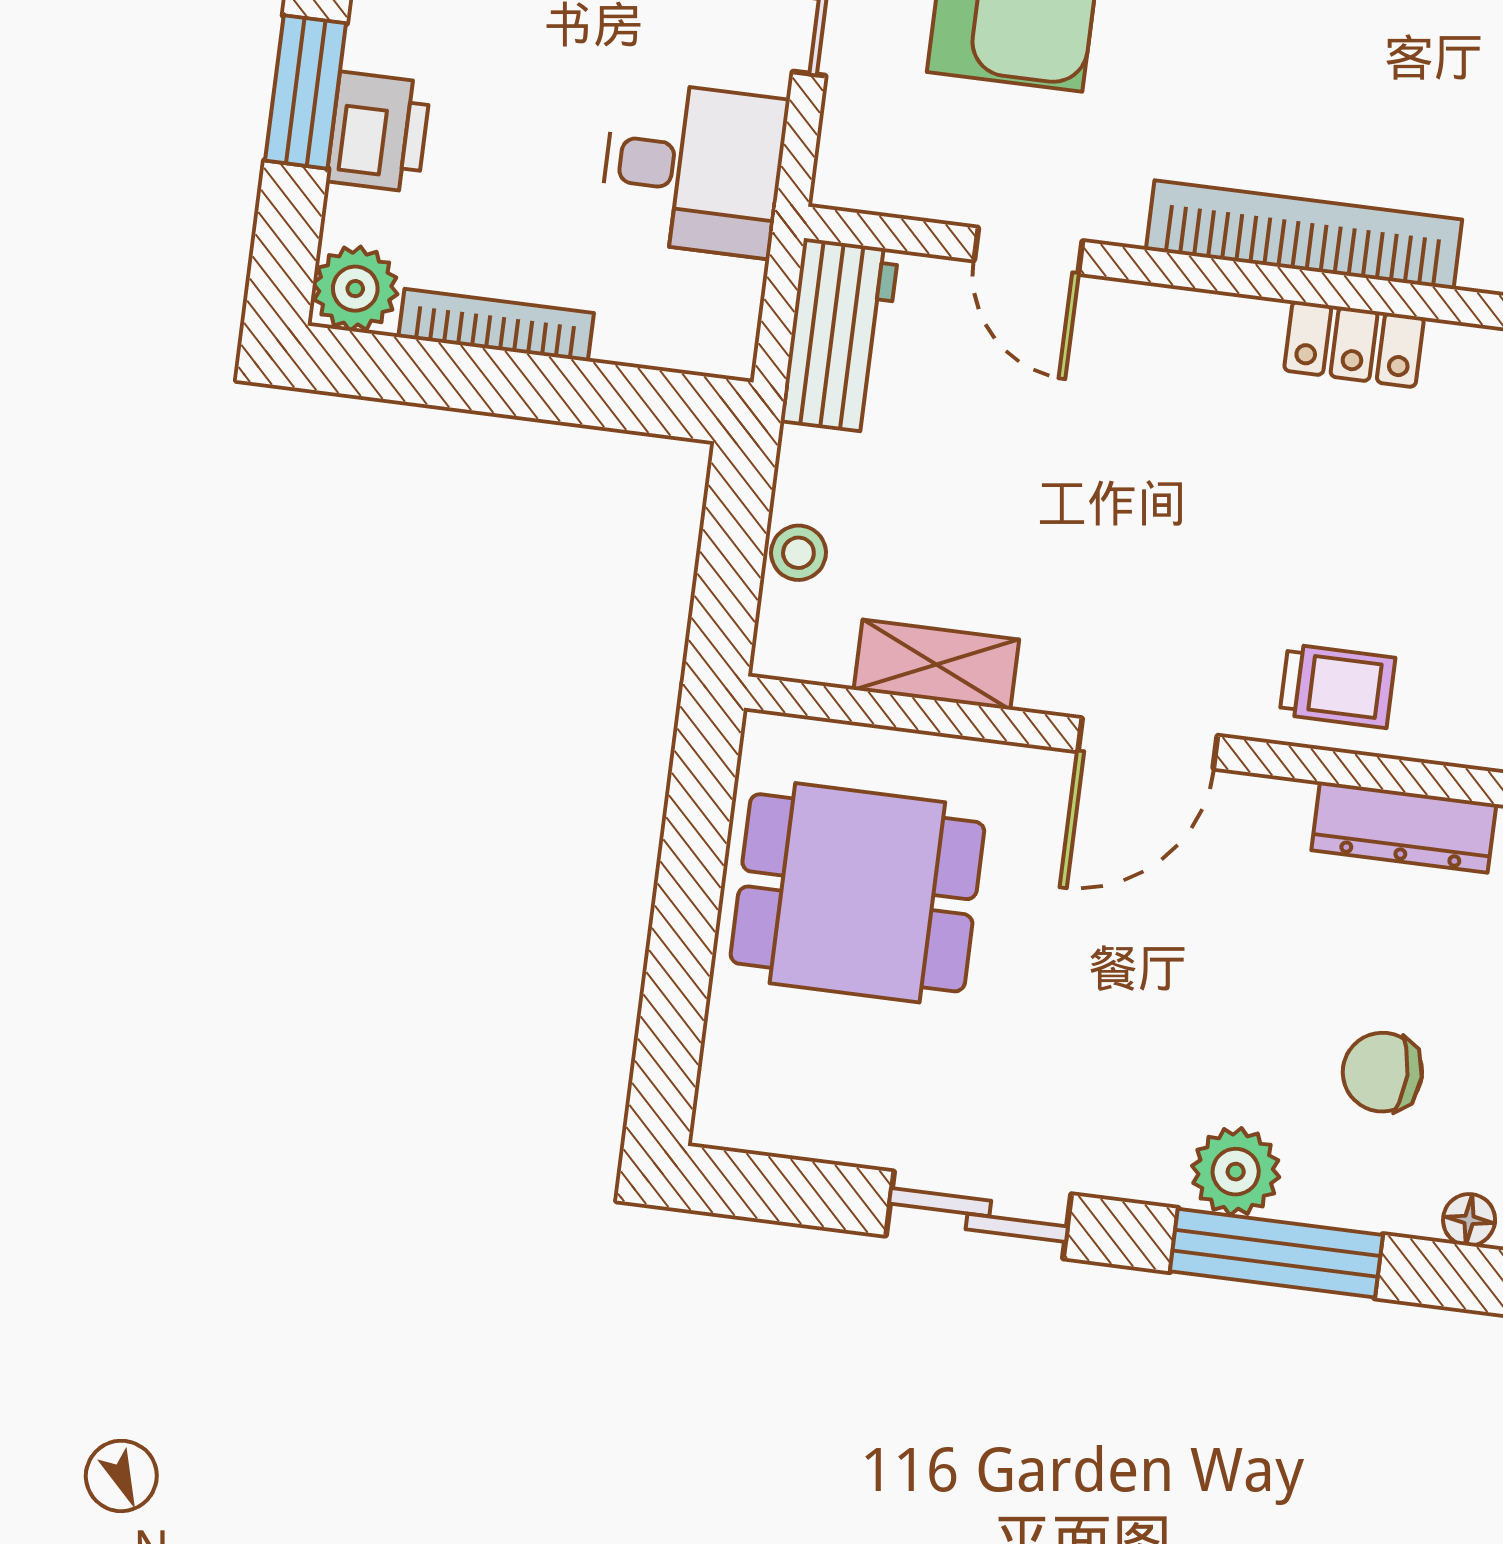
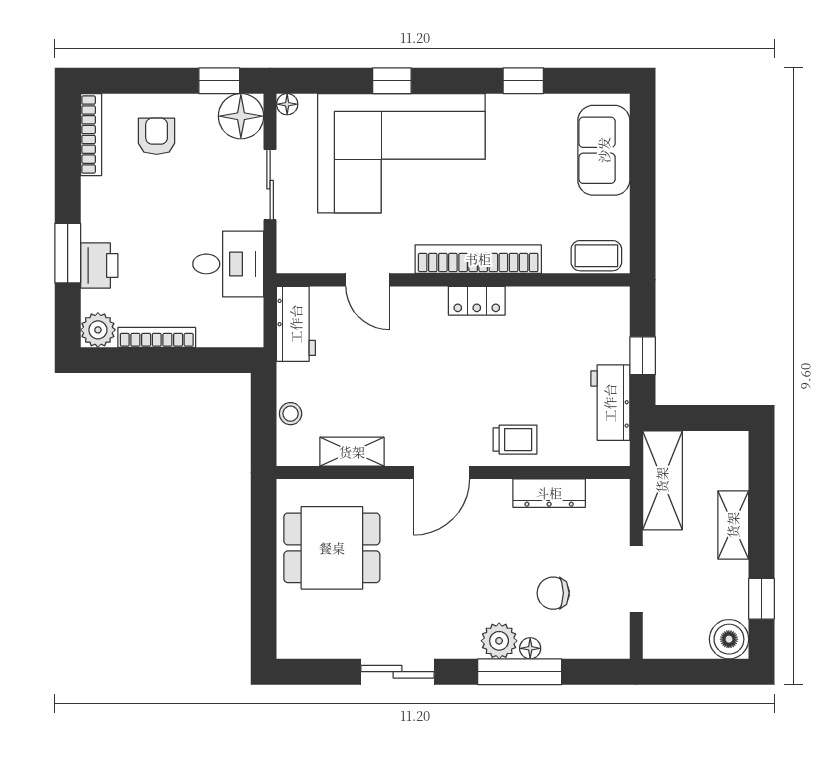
locker: (1354, 344) -> (477, 301), moved
floor lamp: (1469, 1220) -> (530, 648), moved

